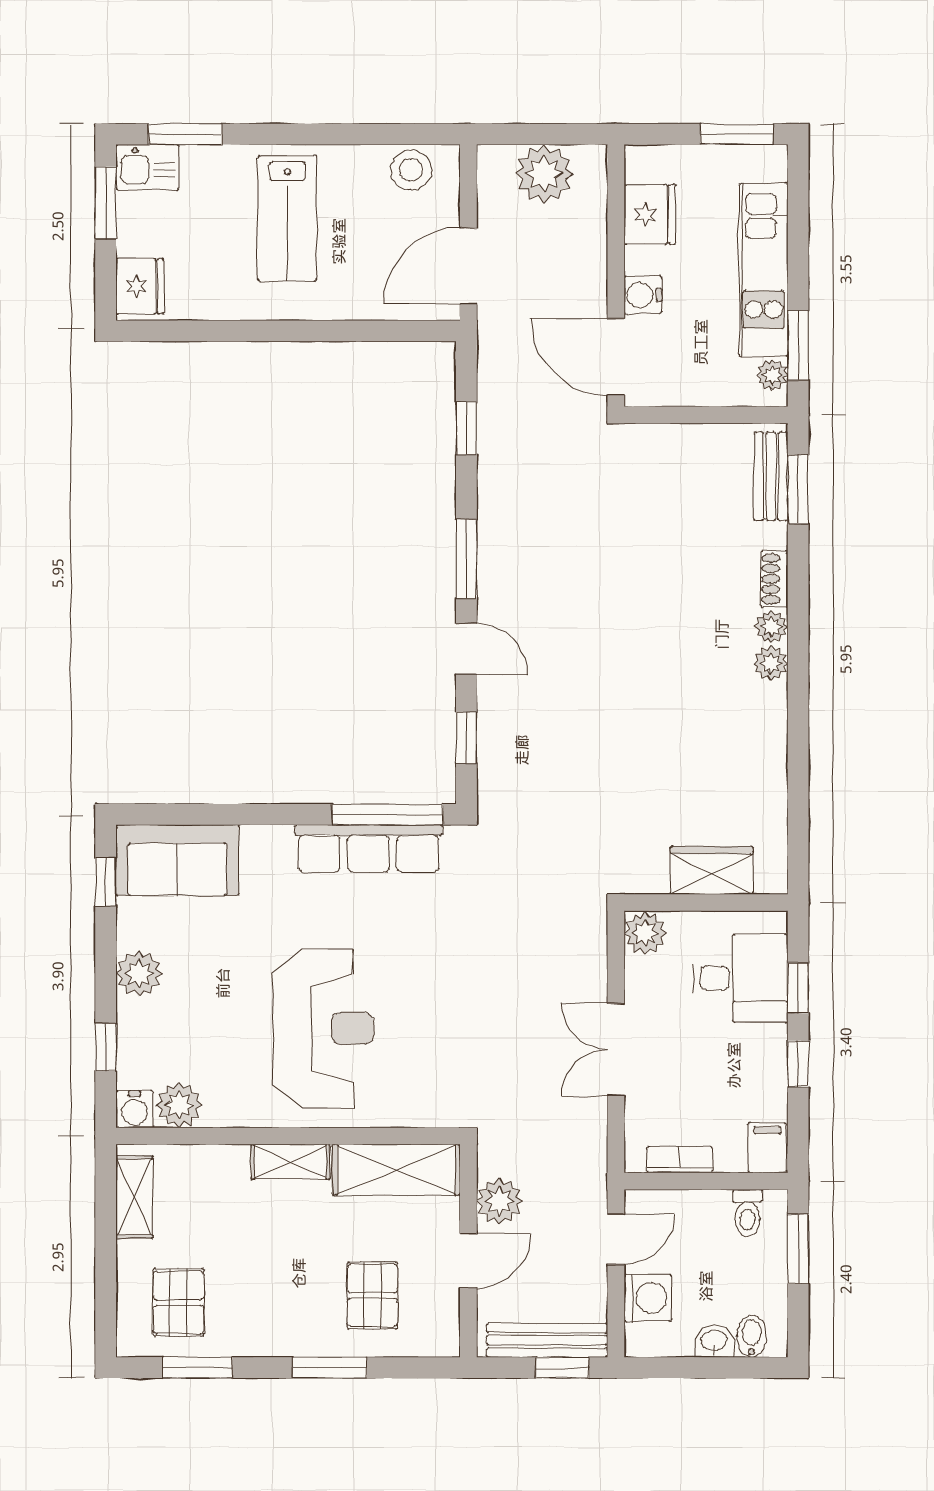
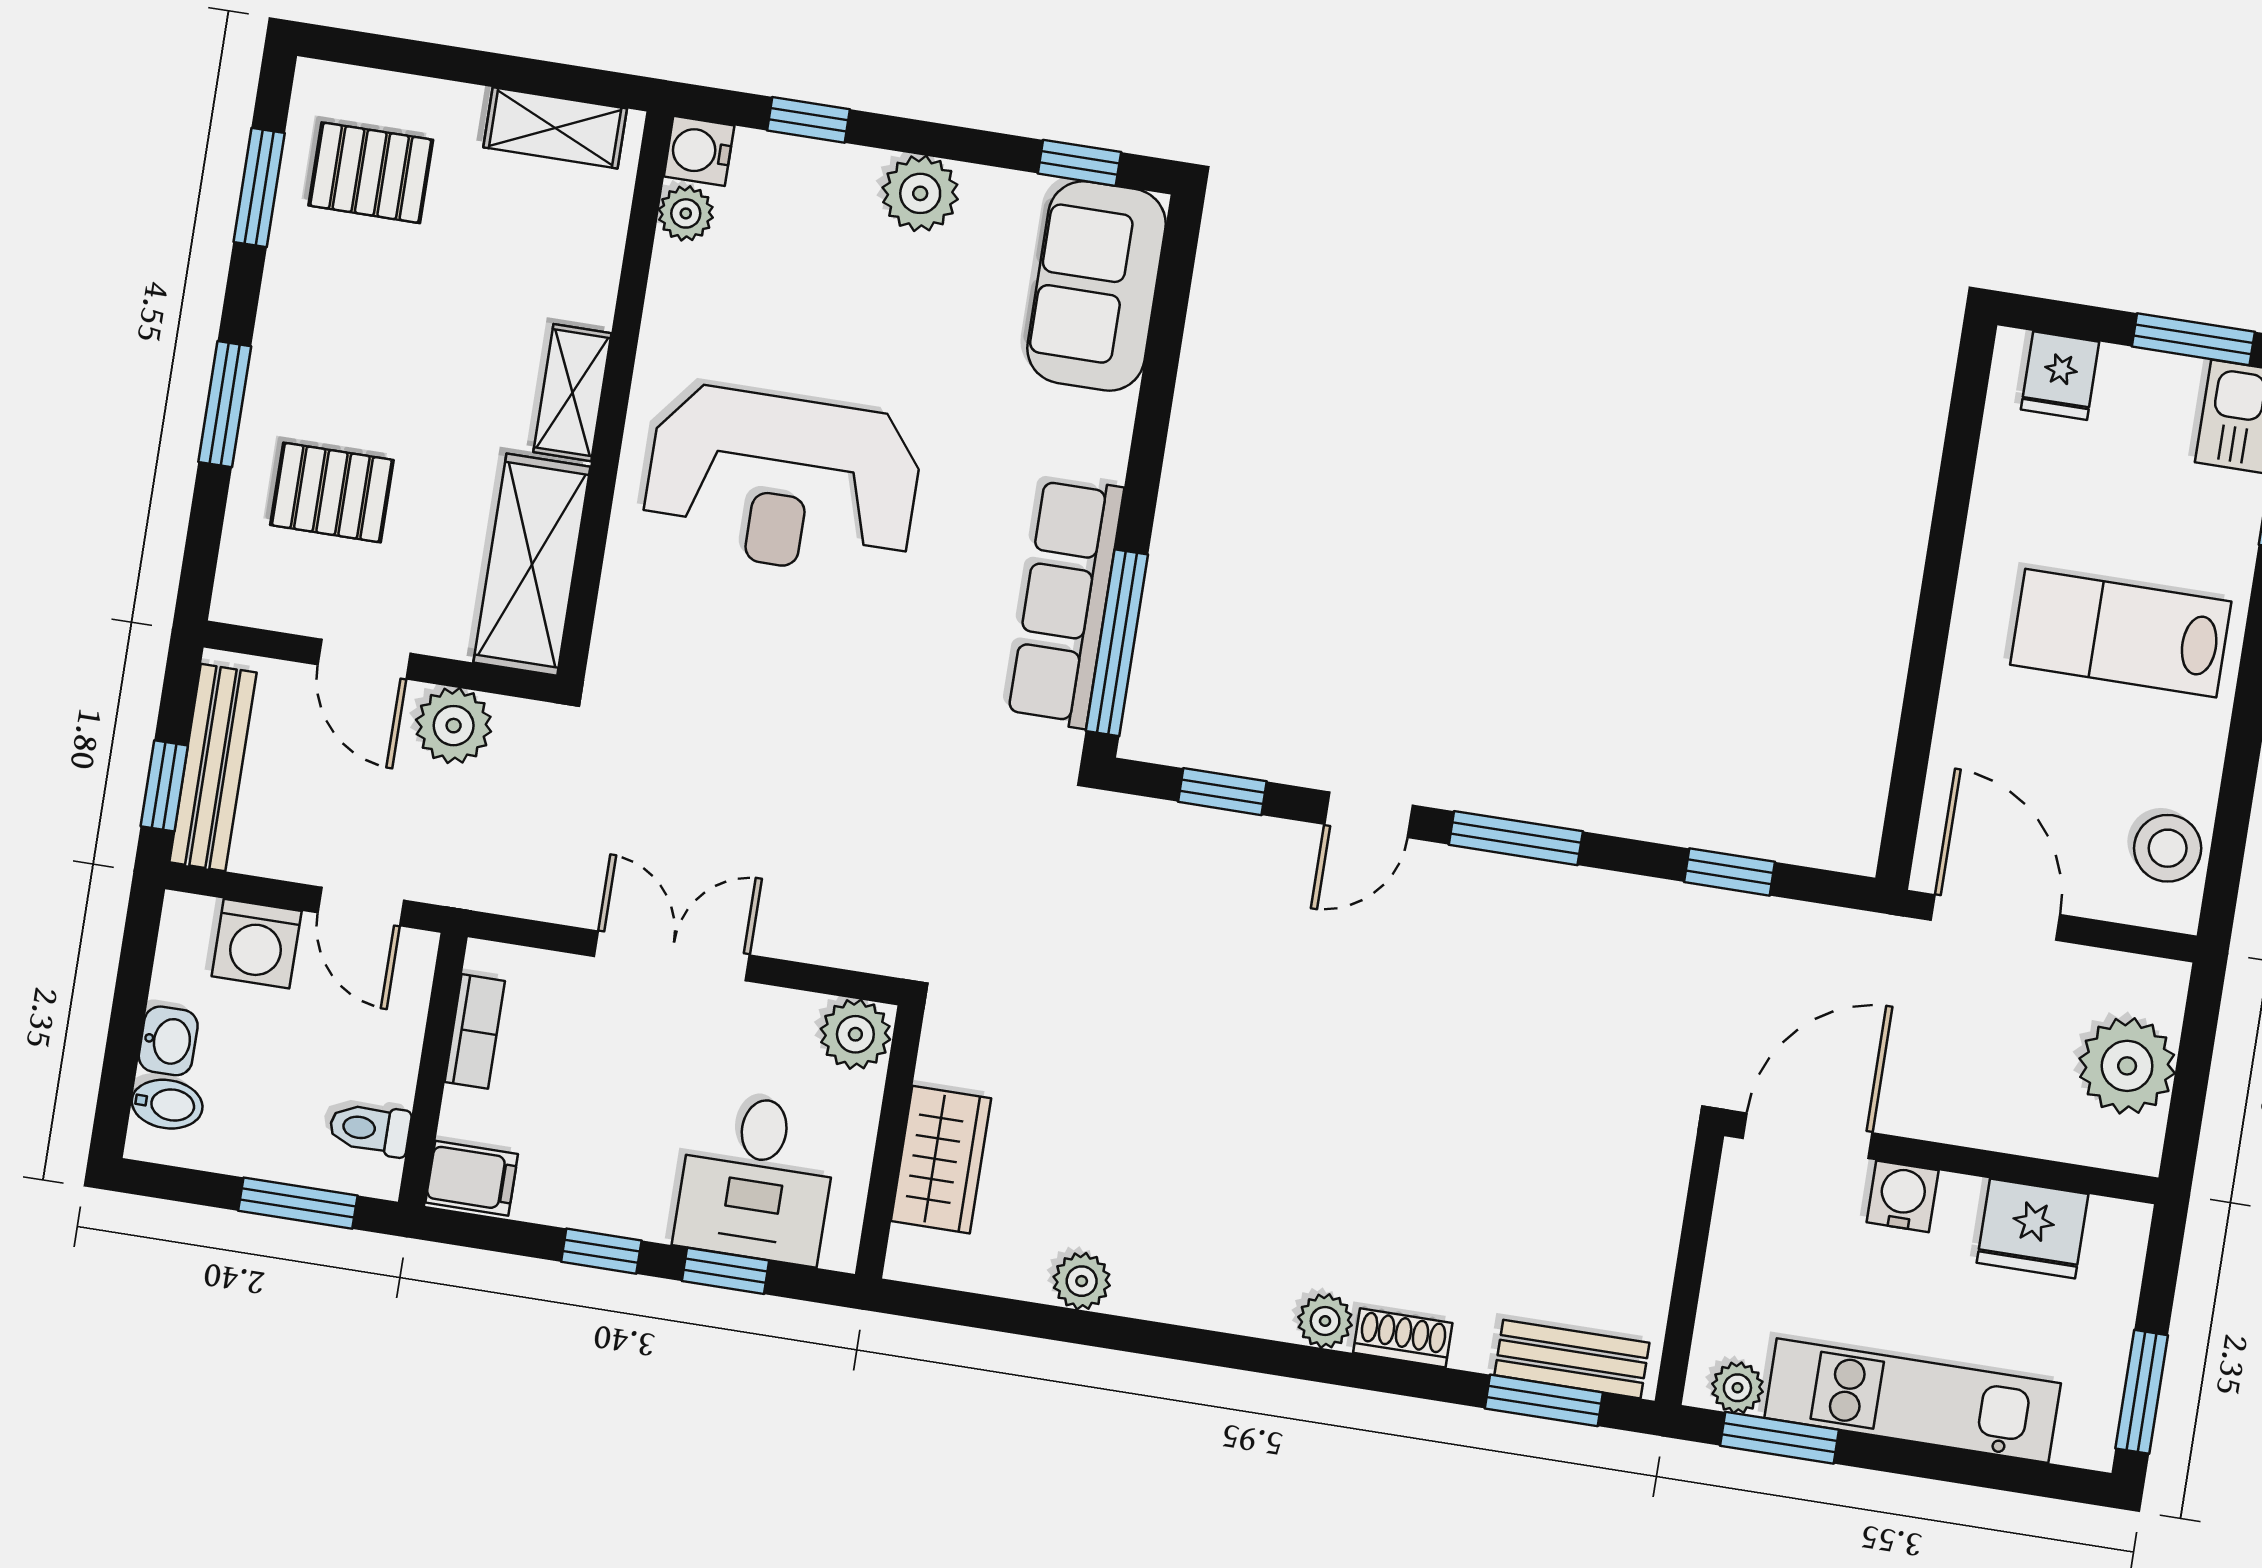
fridge: (140, 286) -> (2060, 376), width x0.72
plant: (771, 664) -> (1082, 1281), moved
plant: (179, 1105) -> (686, 213), width x0.73, depth x0.73

